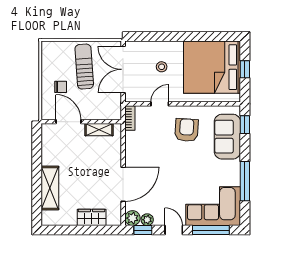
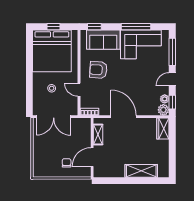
sun lounger: (84, 67) -> (51, 145), removed
door: (123, 184) -> (124, 117), moved
corner sofa: (213, 206) -> (141, 44), moved, turned -90
wardrobe: (92, 217) -> (163, 129), moved

